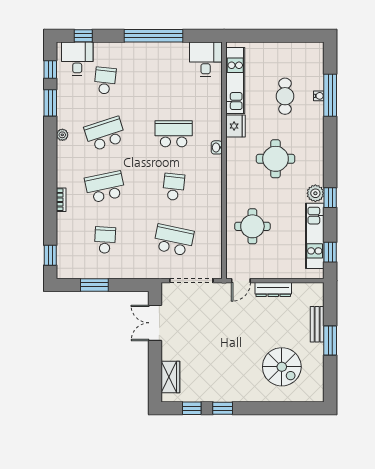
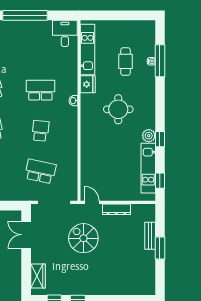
round table: (252, 226) -> (101, 161), removed
door: (241, 281) -> (92, 202), swing flipped
spiral stairs: (282, 367) -> (83, 238), moved, turned 180

